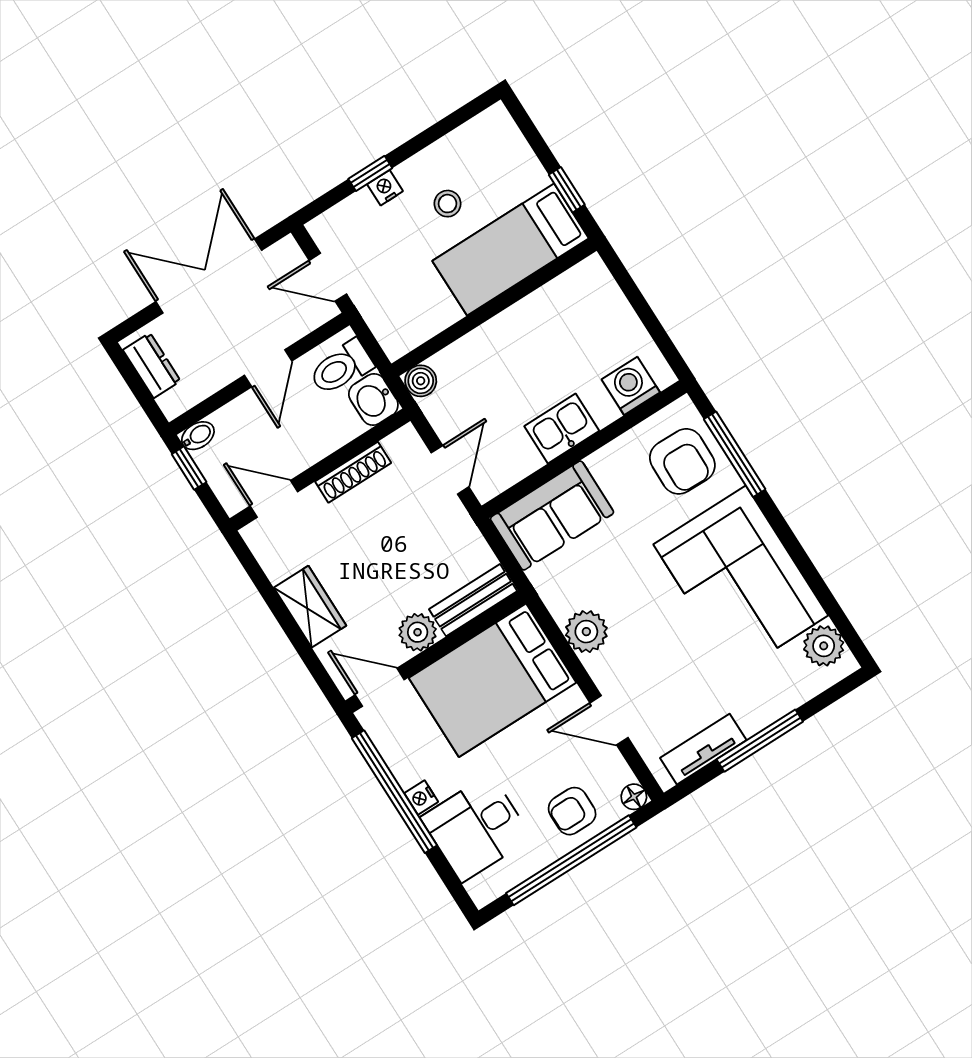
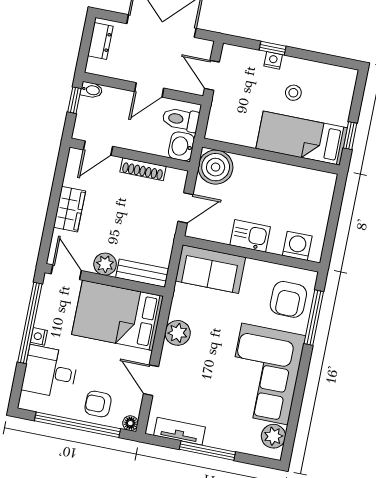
boiler: (421, 381) -> (216, 167), width x1.86, depth x1.86
door: (274, 499) -> (98, 148), swing flipped

